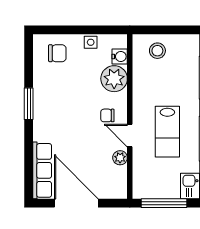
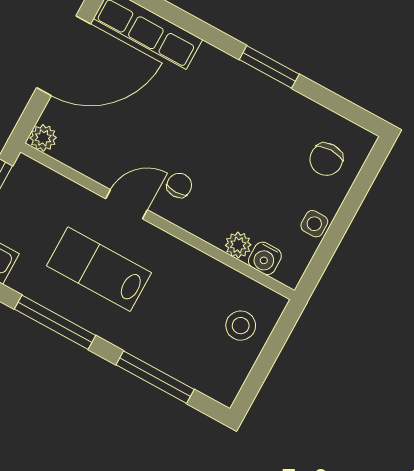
plant: (114, 79) -> (238, 245), width x0.53, depth x0.53
plant: (120, 158) -> (43, 138), moved

